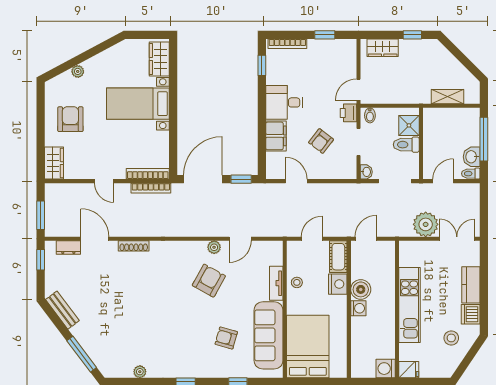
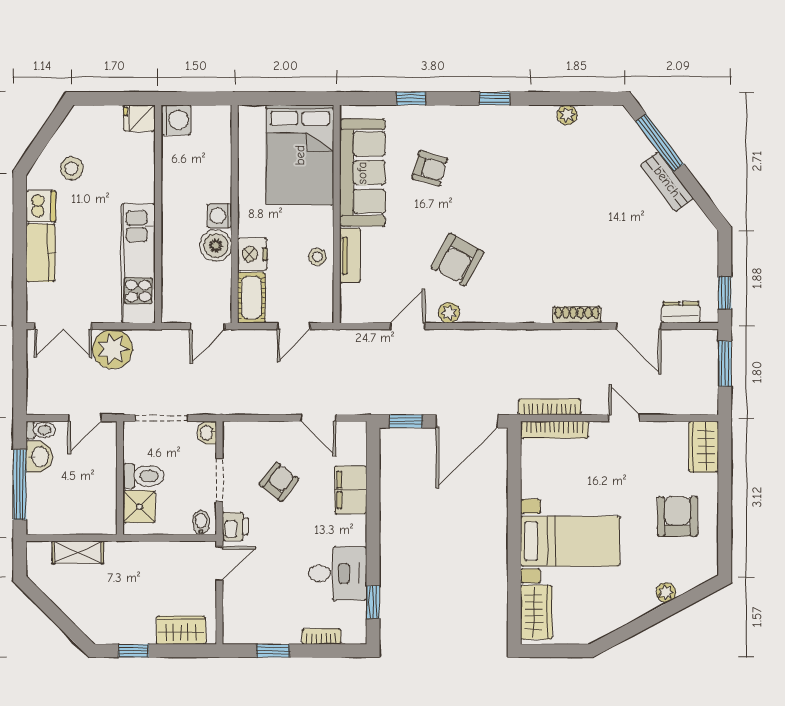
bookcase: (287, 44) -> (321, 636), width x0.64
desk: (284, 102) -> (337, 573), moved
armchair: (70, 119) -> (677, 516), turned 180
kitchen unit: (409, 305) -> (138, 263), moved
bench: (62, 310) -> (667, 182), moved

